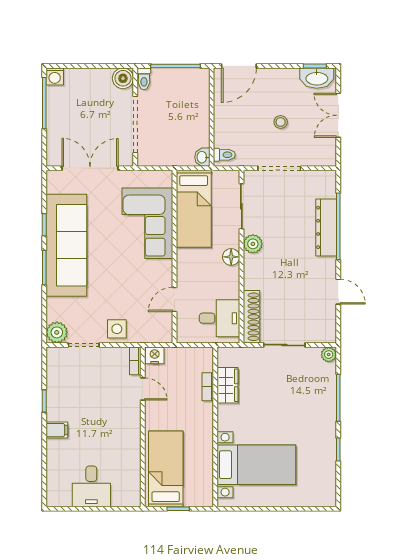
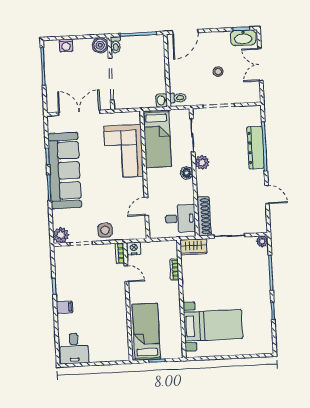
washing machine: (55, 76) -> (66, 46), moved
wardrobe: (228, 385) -> (193, 247), moved, turned 90
desk: (91, 486) -> (74, 348), moved

